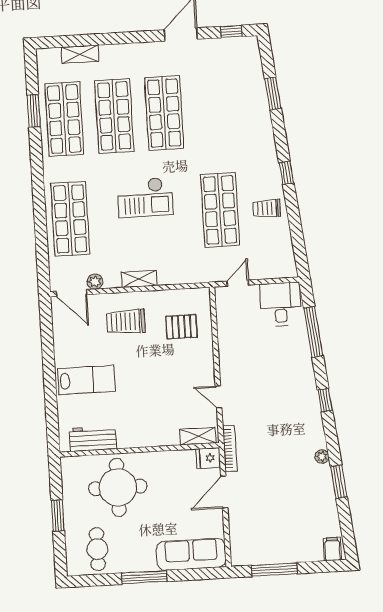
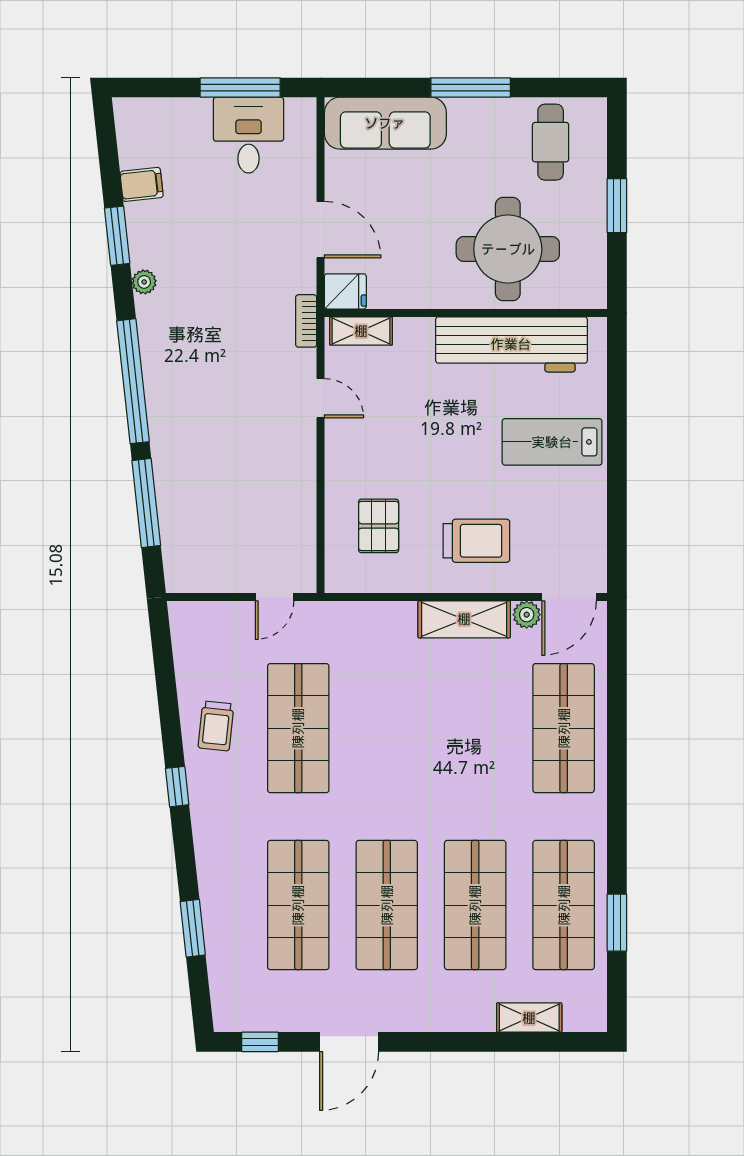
shop shelf: (214, 110) -> (298, 905), added
checkout: (145, 197) -> (430, 758), removed
trolley: (267, 208) -> (216, 726), turned 96
shelving: (139, 279) -> (464, 619), width x1.50, depth x1.33
door: (72, 293) -> (569, 597), swing flipped
desk: (281, 304) -> (248, 135), moved, turned 180
pallet: (181, 327) -> (379, 526), turned 90
window: (325, 400) -> (133, 381), width x3.17
workbench: (93, 439) -> (511, 344), width x1.87, depth x1.32
bookcase: (230, 448) -> (306, 321), width x0.64
door: (224, 492) -> (320, 230), hinge flipped
filing cabinet: (332, 549) -> (142, 184), moved, turned -96

